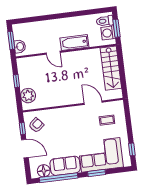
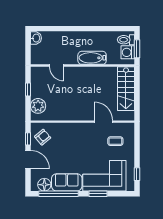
window: (11, 40) -> (28, 47), removed
washbasin: (20, 46) -> (36, 38), moved
door: (53, 53) -> (57, 65), moved

